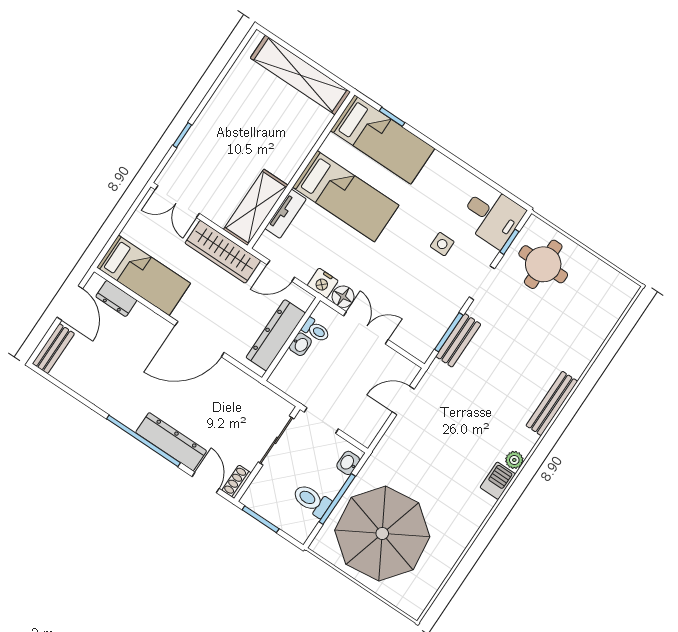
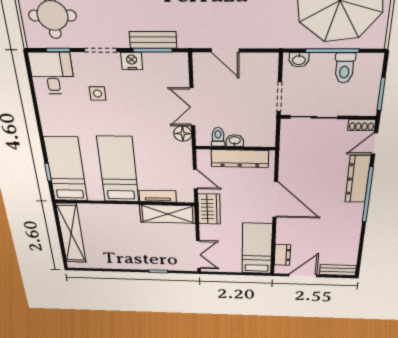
wardrobe: (223, 252) -> (209, 209), width x0.67
nightstand: (323, 283) -> (132, 61), moved, turned -90

